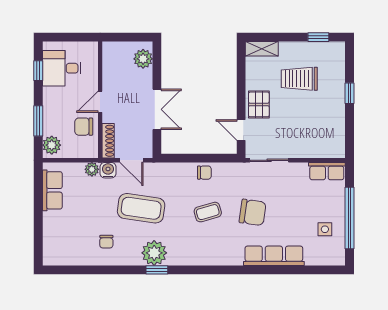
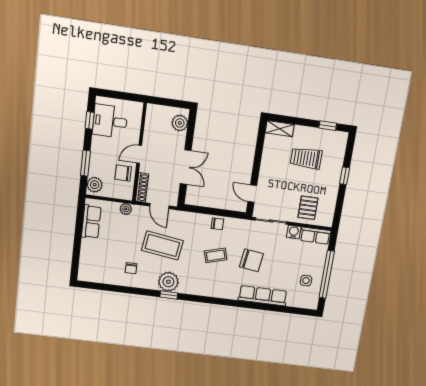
pallet: (259, 104) -> (308, 208), moved
water cooler: (108, 170) -> (294, 232), moved

